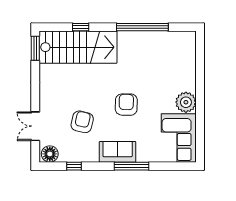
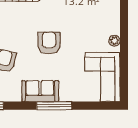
plant: (186, 102) -> (114, 41), width x0.53, depth x0.53

